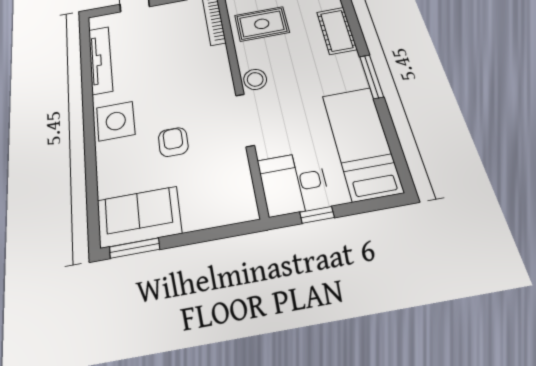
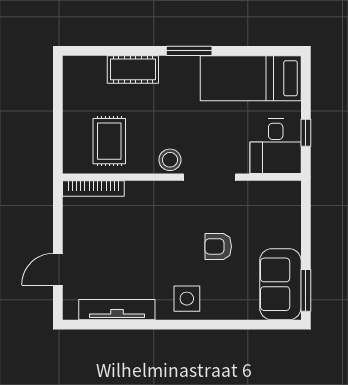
side table: (116, 121) -> (187, 299), width x0.73, depth x0.73

